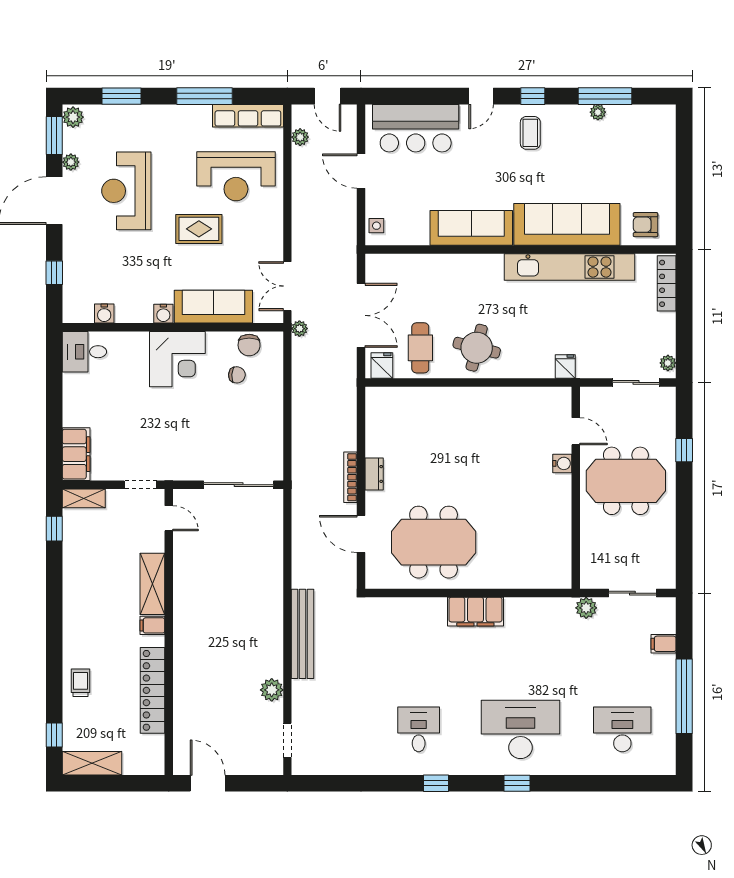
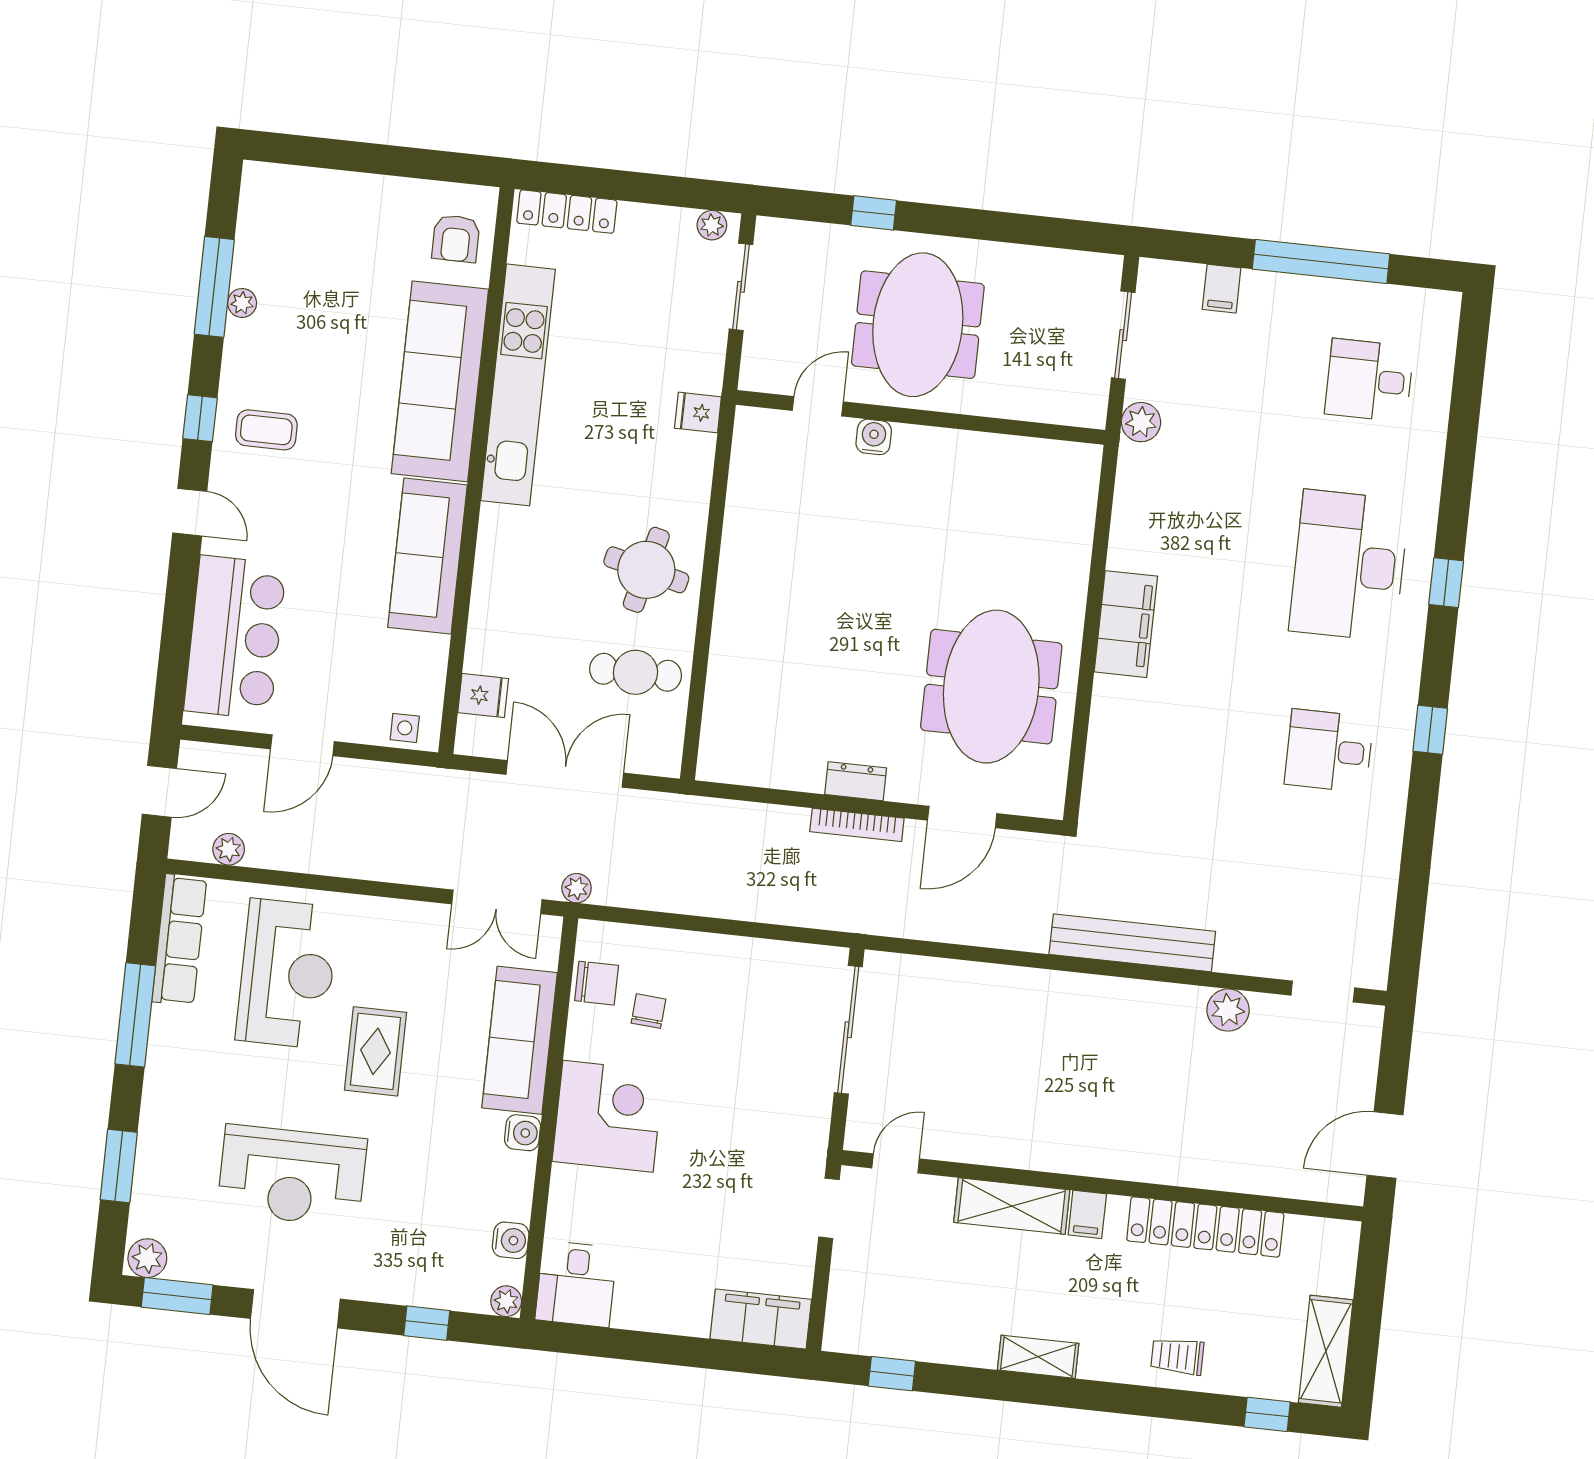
plant: (71, 162) -> (506, 1301), moved
fridge: (382, 366) -> (483, 696), moved, turned 180
shelving: (84, 498) -> (1038, 1357), moved, turned 90
desk: (622, 729) -> (1369, 380), width x0.73

